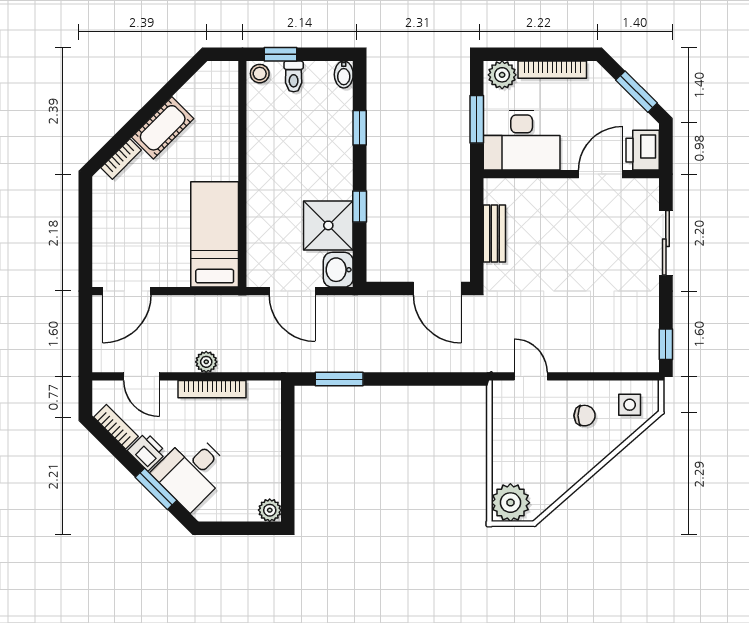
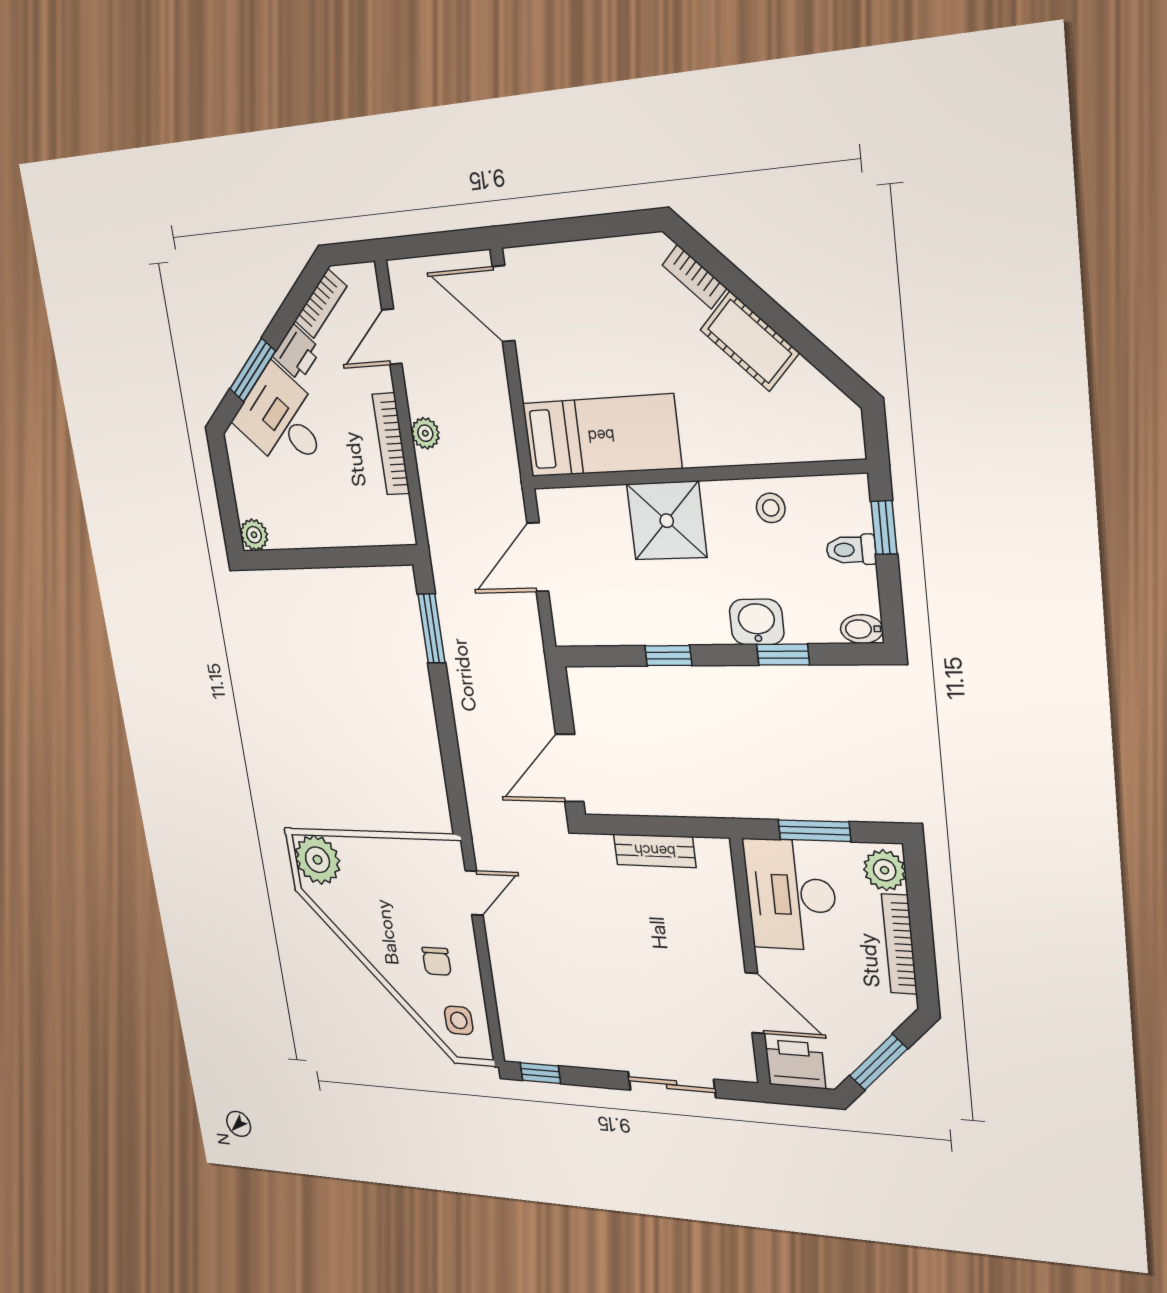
stool: (260, 74) -> (771, 508), moved
shower: (328, 225) -> (667, 521), moved
washbasin: (338, 270) -> (757, 622), moved

